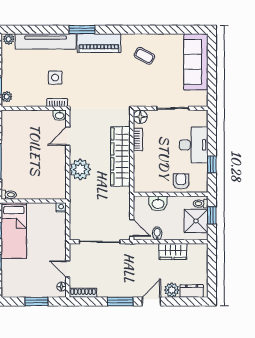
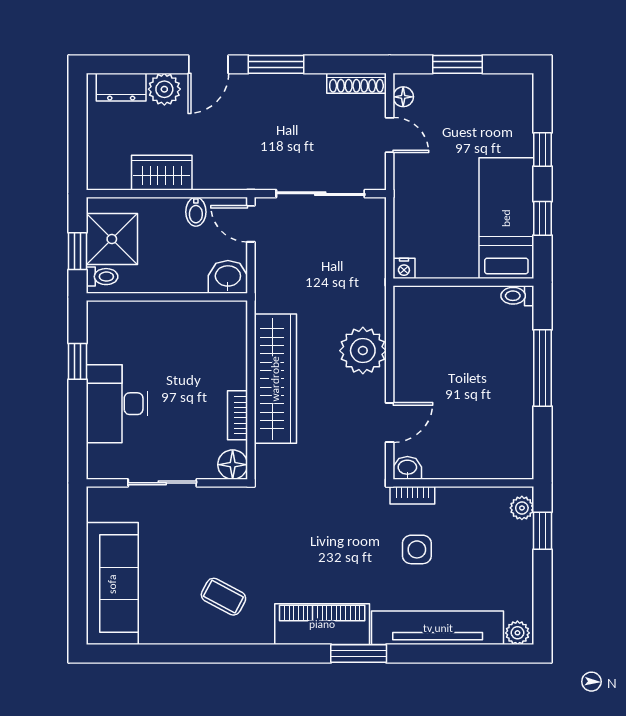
armchair: (181, 181) -> (144, 325), removed
washbasin: (158, 203) -> (228, 277), moved

